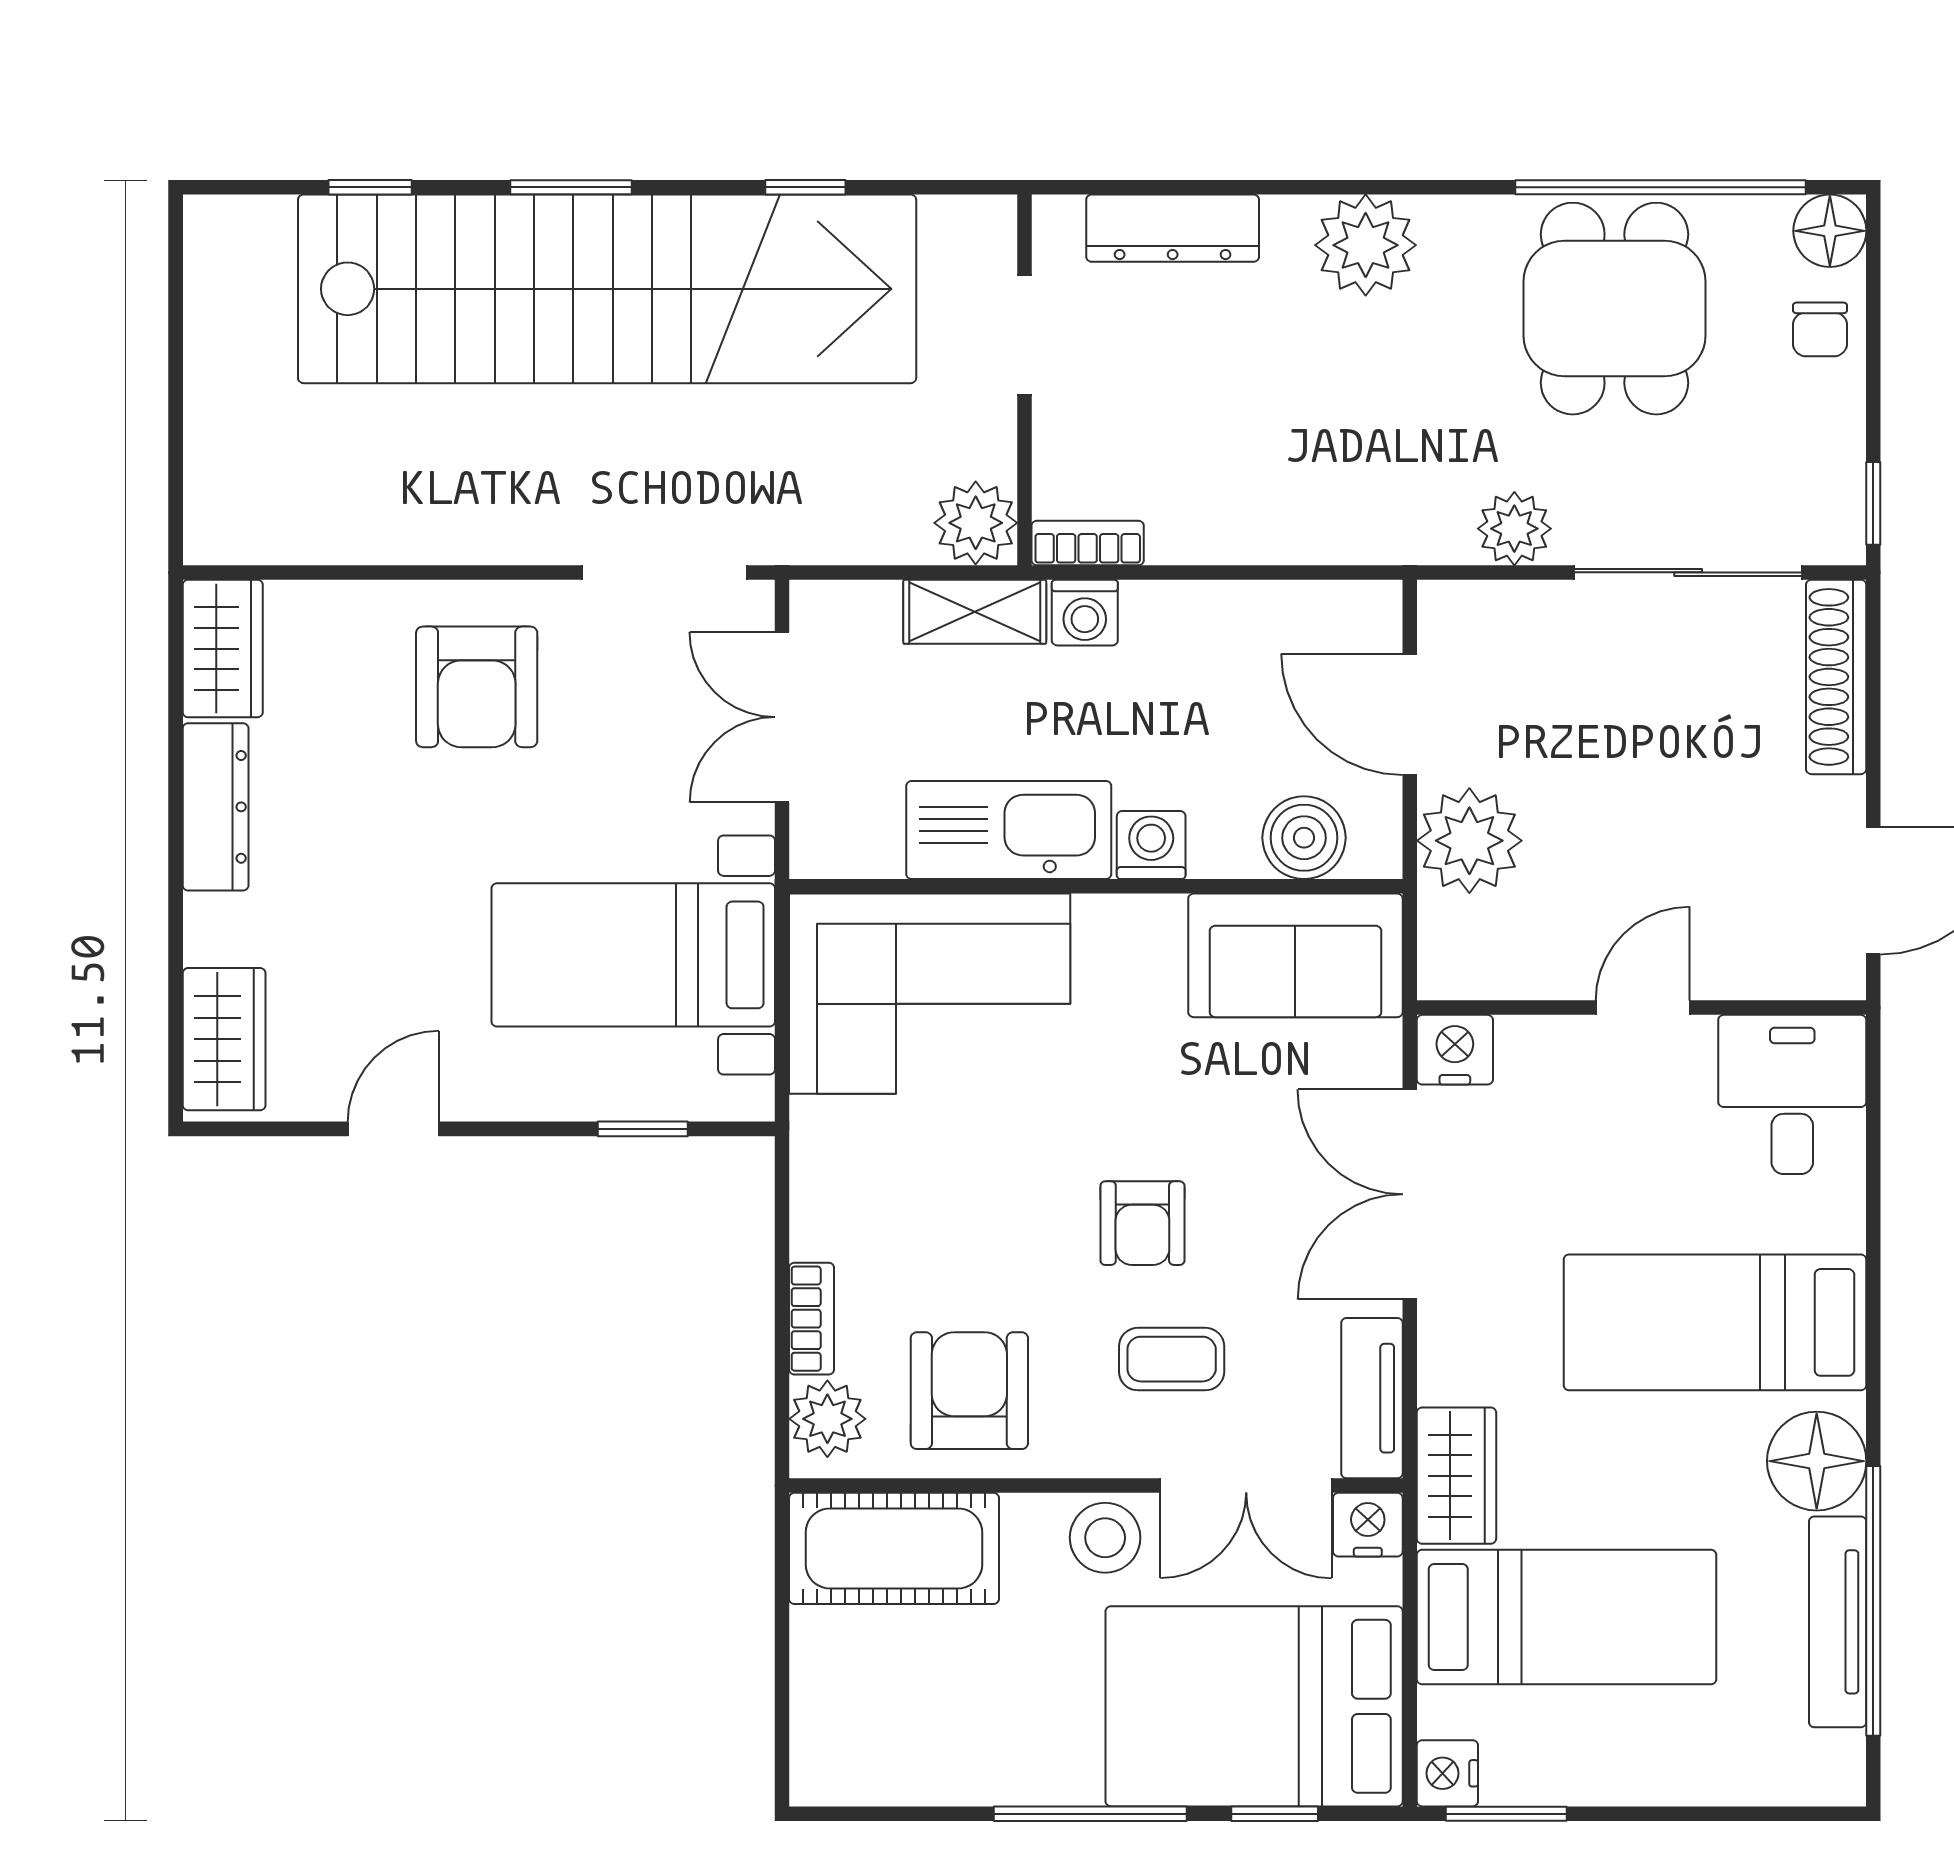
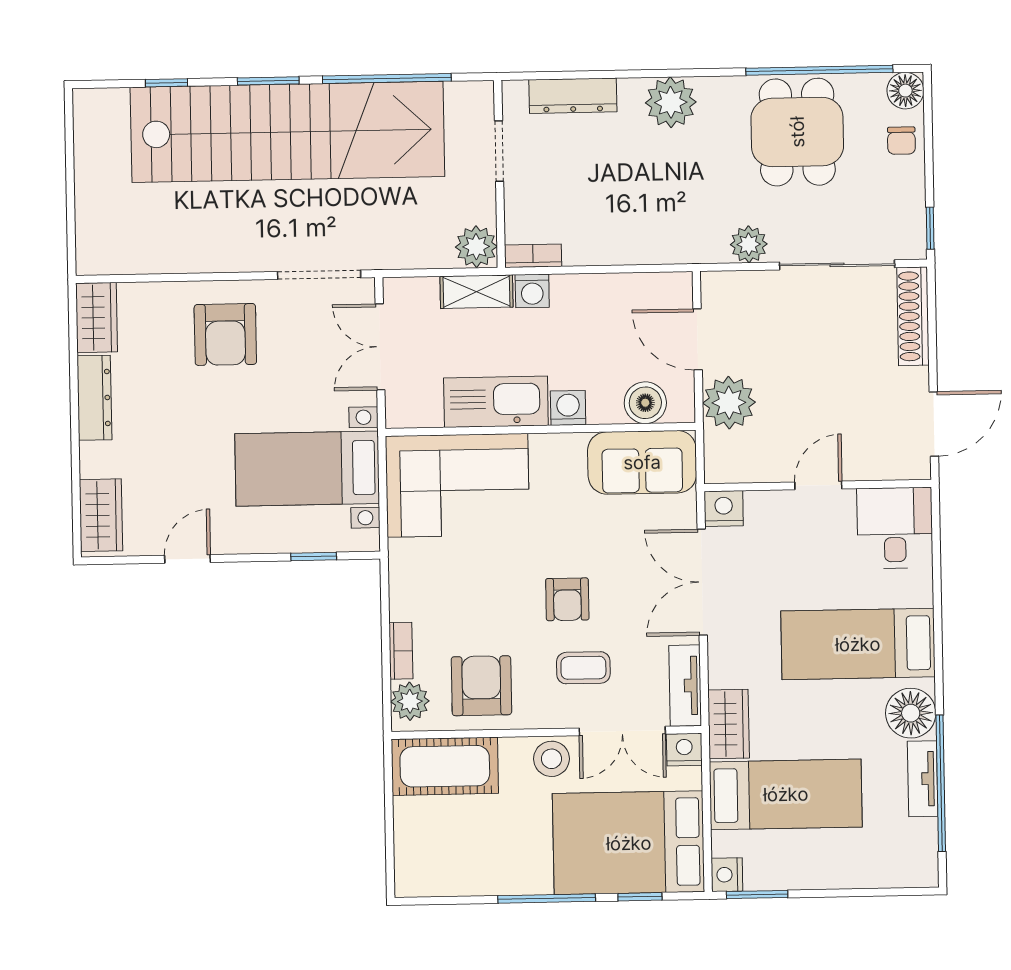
window: (805, 187) -> (387, 79), width x3.17
tv unit: (1838, 1622) -> (923, 779), width x0.71

